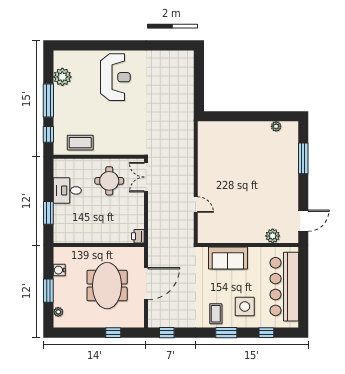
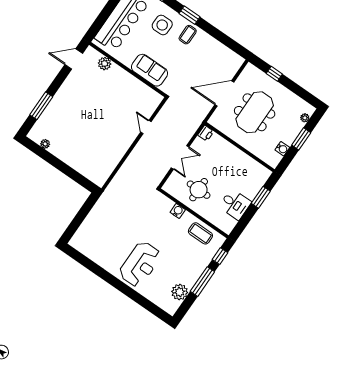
reception desk: (115, 77) -> (140, 264), turned 180
water cooler: (115, 149) -> (178, 211), added
double door: (146, 177) -> (180, 157), moved
window: (167, 333) -> (234, 46), removed

